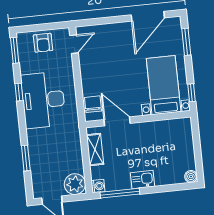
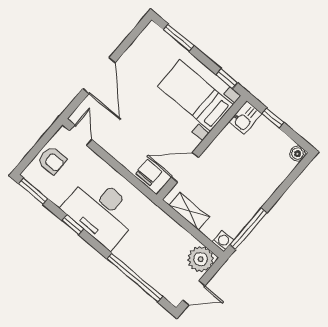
door: (148, 16) -> (99, 76), moved
chair: (93, 104) -> (149, 173), turned 90
window: (197, 142) -> (273, 118), added
window: (26, 158) -> (135, 278), width x2.11
kitchen sink: (142, 180) -> (245, 117), moved, turned 180

